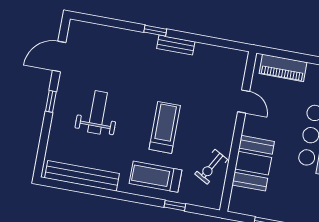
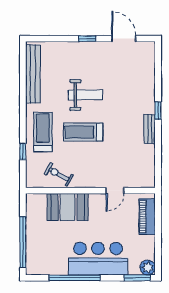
weight bench: (98, 112) -> (86, 95), moved
treadmill: (165, 127) -> (83, 132), turned 180

